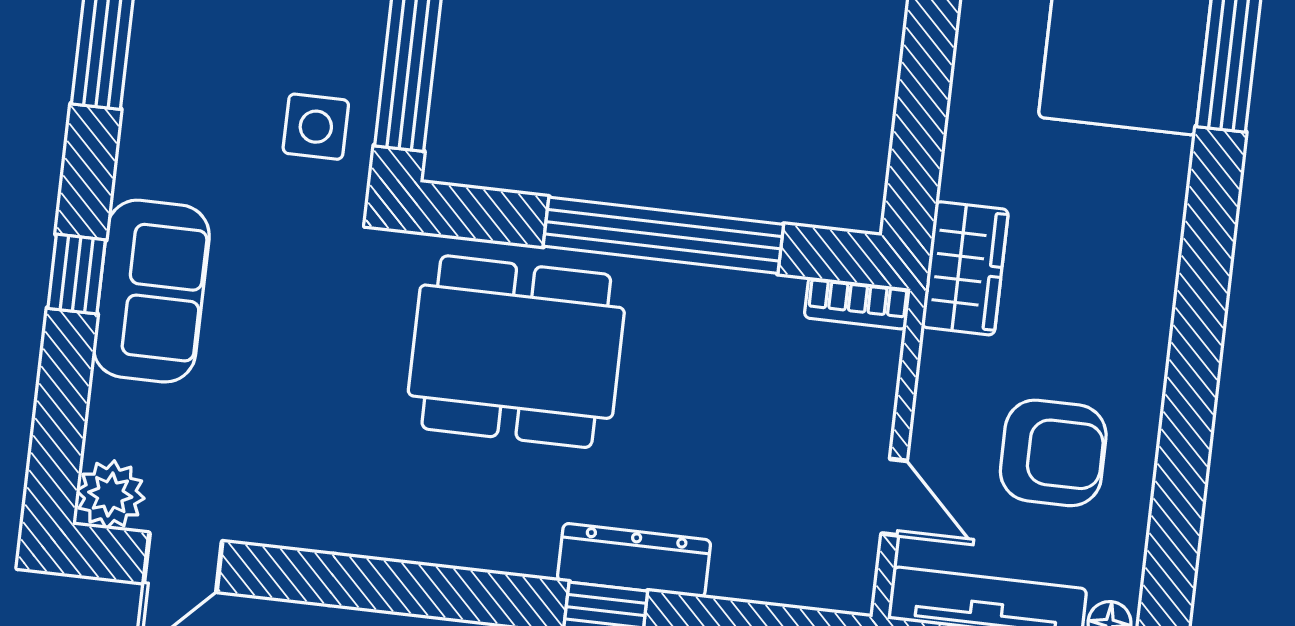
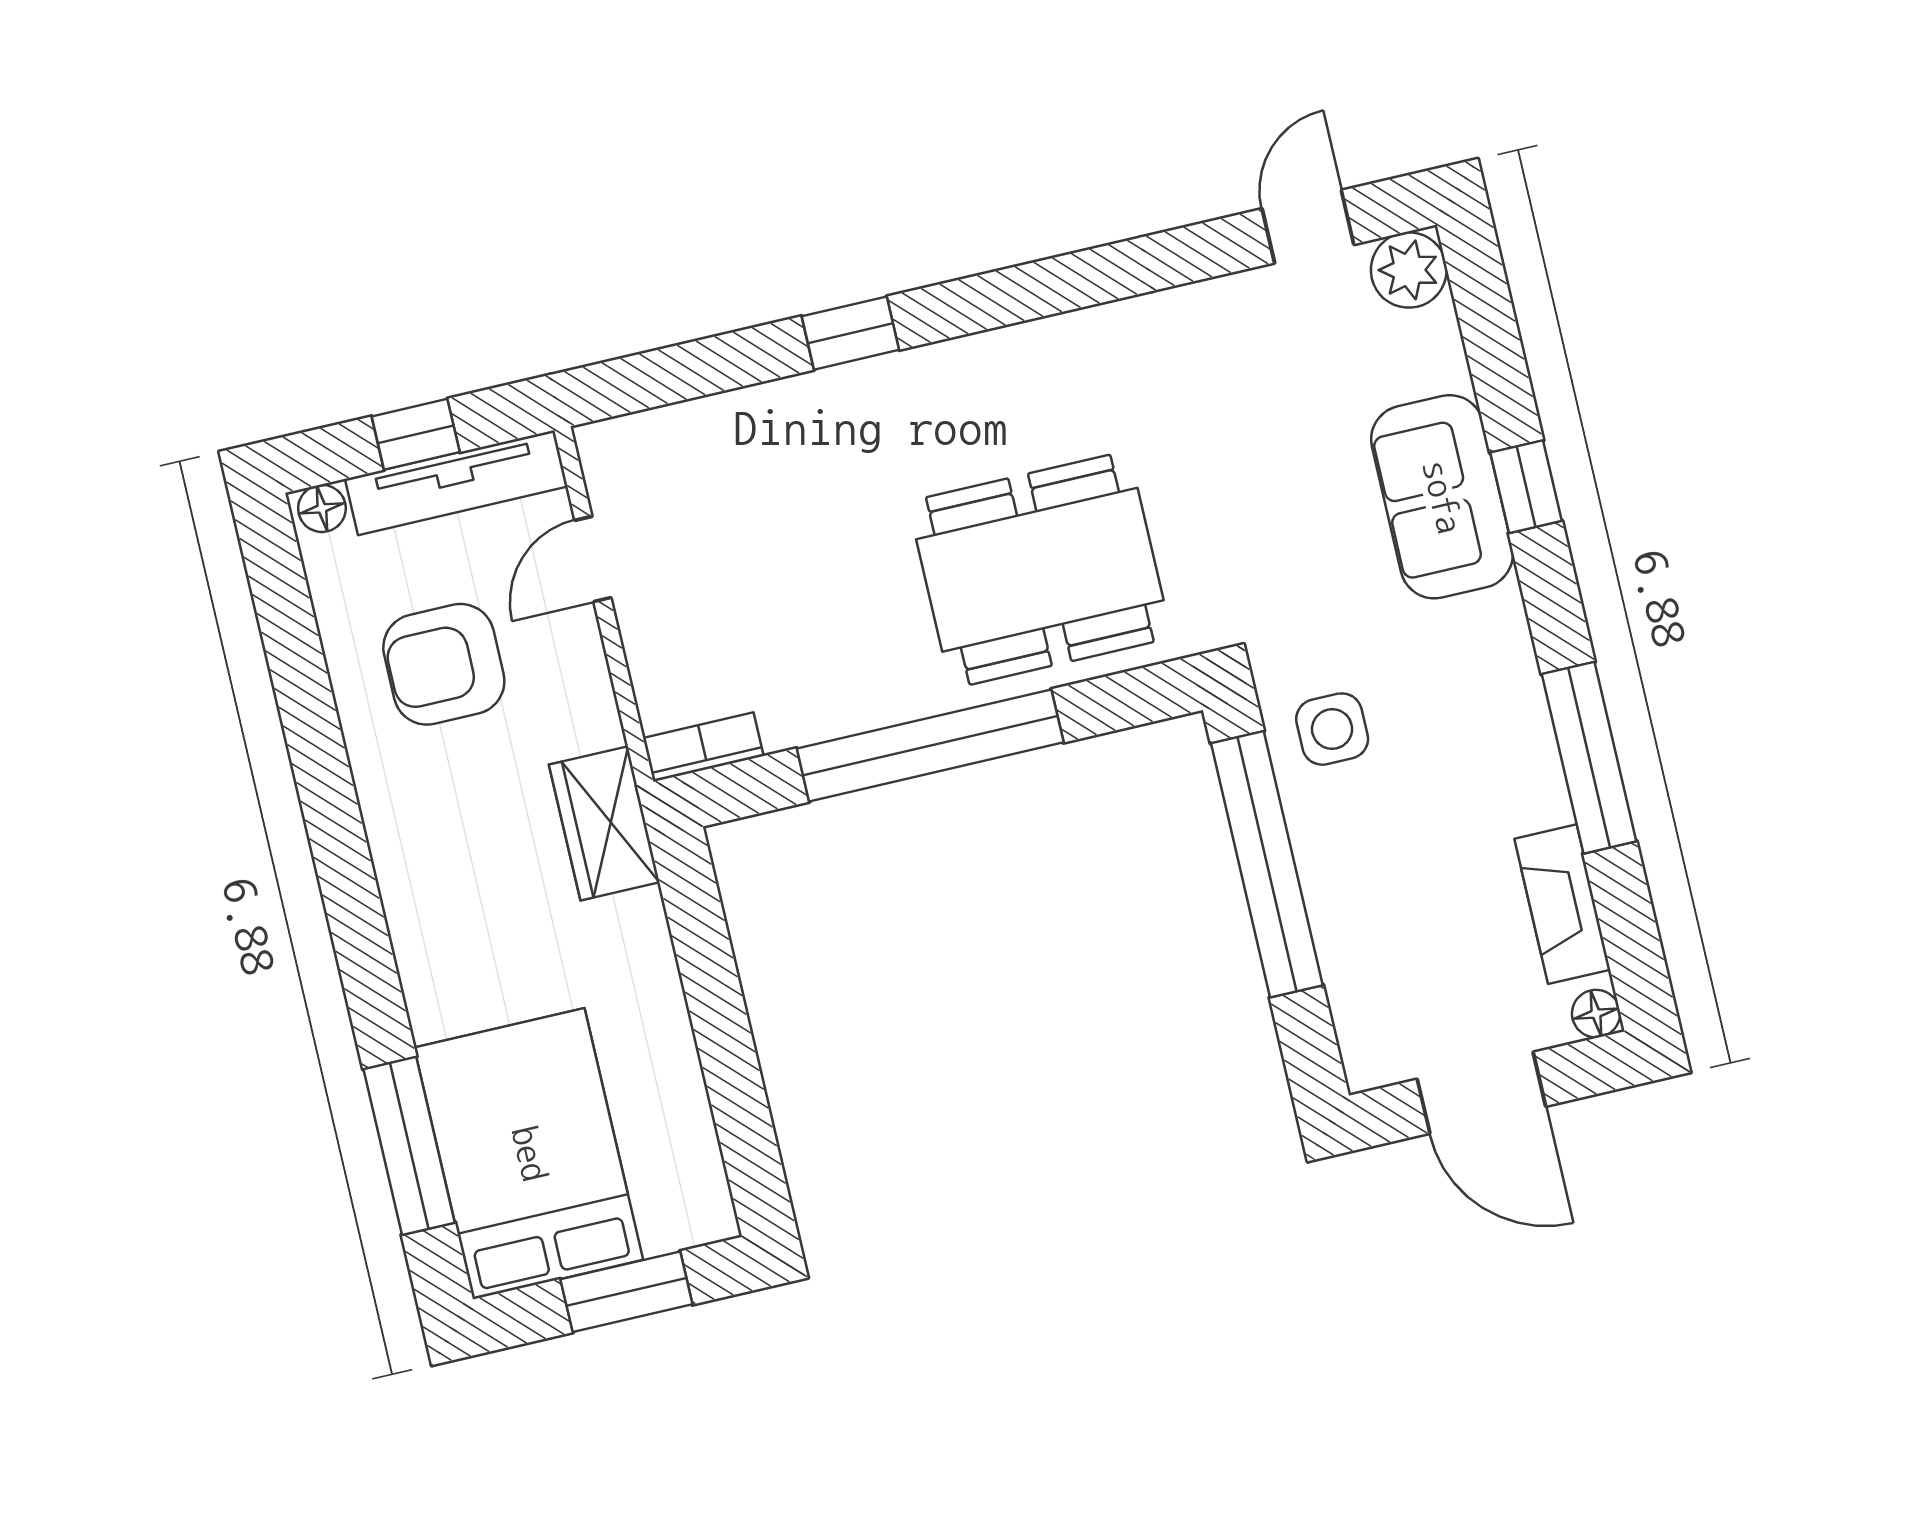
door: (894, 497) -> (593, 559), hinge flipped
dresser: (634, 560) -> (840, 397), removed

